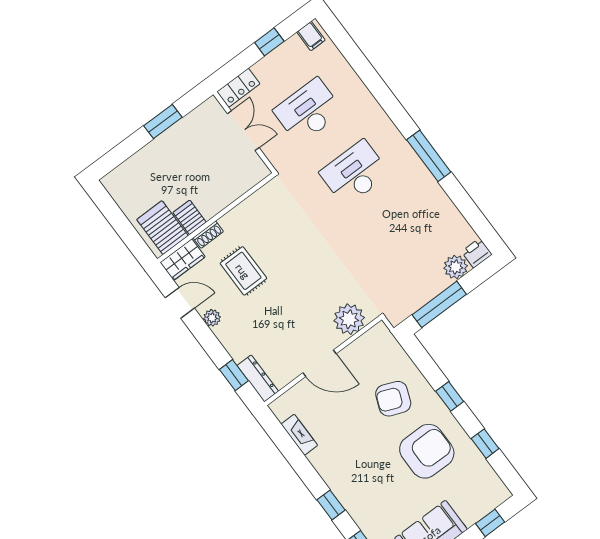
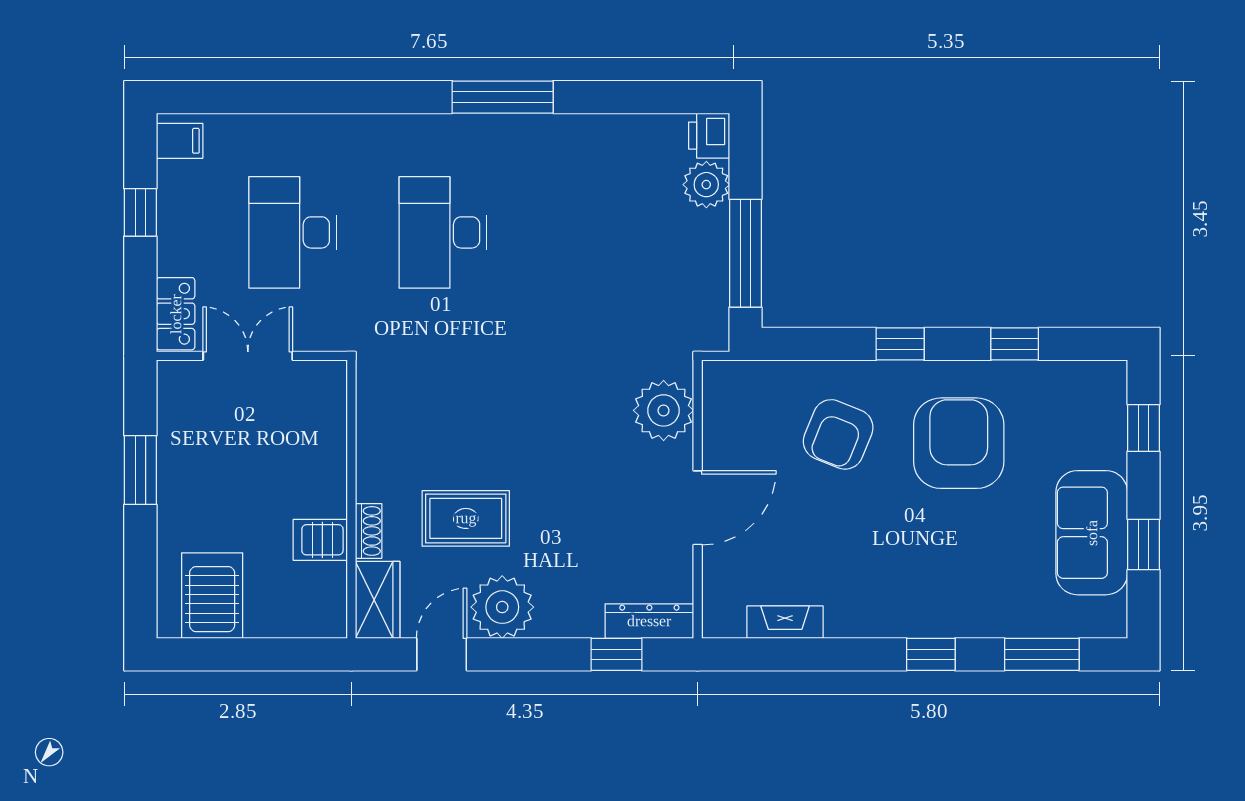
server rack: (162, 228) -> (212, 596), moved, turned 90
plant: (212, 318) -> (502, 607), width x1.87, depth x1.87

